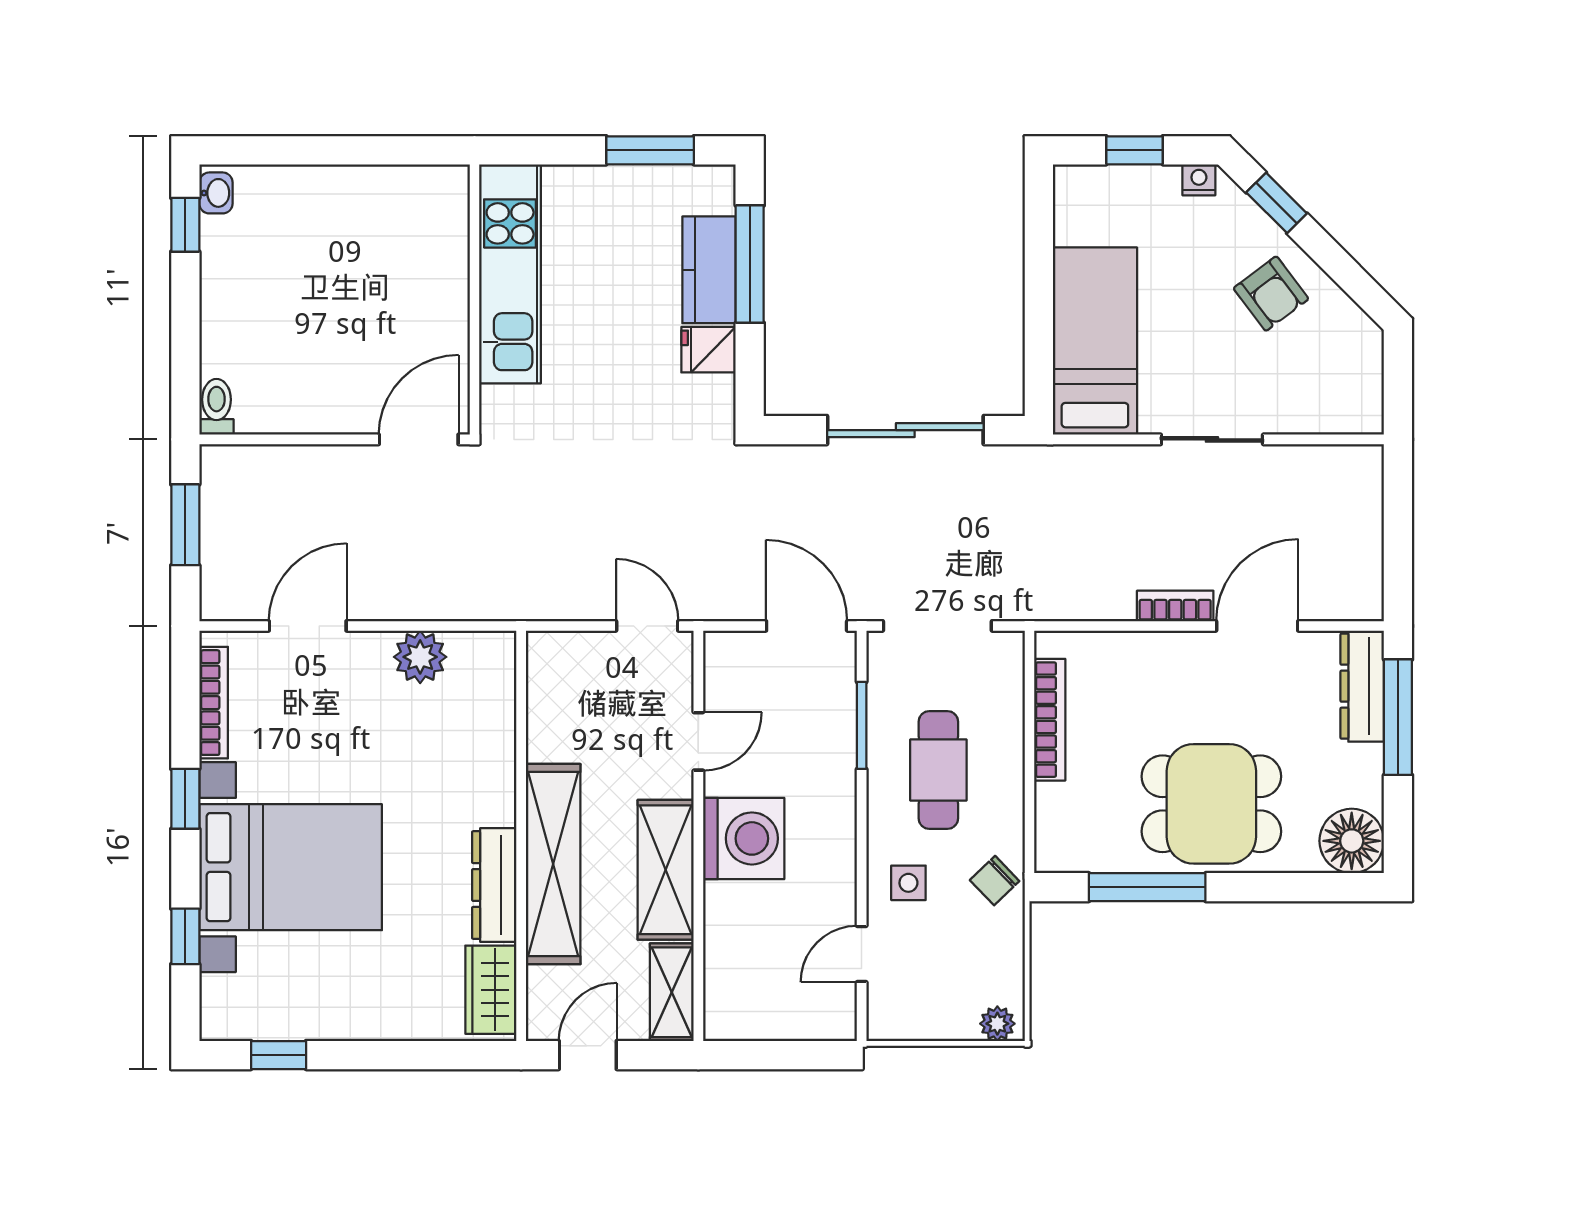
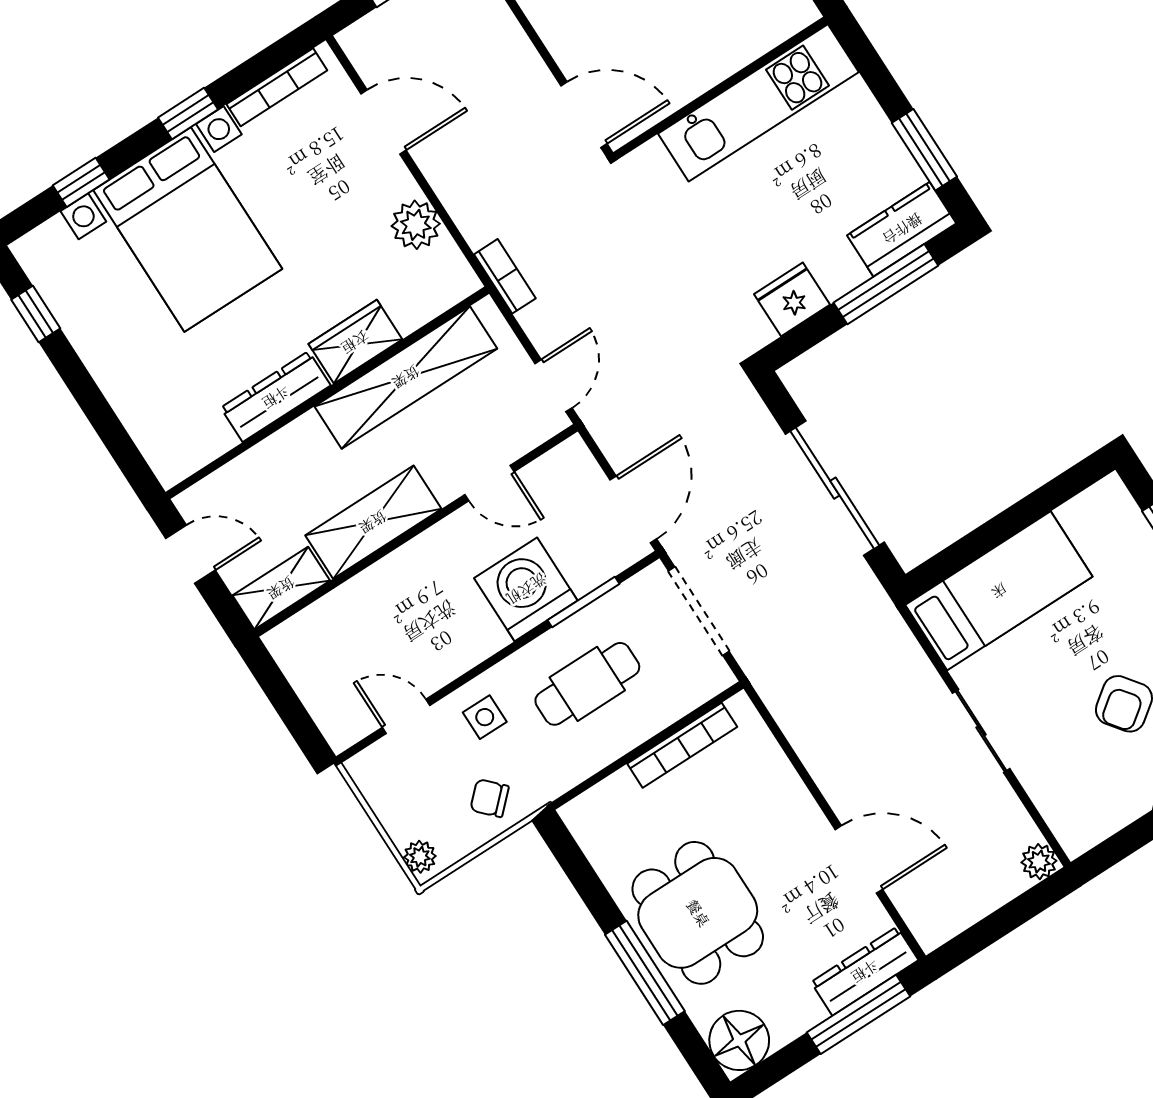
kitchen counter: (709, 270) -> (902, 229), moved
fridge: (709, 350) -> (792, 299), width x1.38
plant: (1365, 463) -> (1039, 862), added
bookcase: (1175, 606) -> (505, 276), moved
washing machine: (744, 838) -> (526, 589), moved, turned 180
shelving: (553, 864) -> (406, 377), moved
chair: (995, 881) -> (489, 798), moved
window: (1147, 887) -> (645, 973), moved
wardrobe: (491, 990) -> (355, 342), moved

